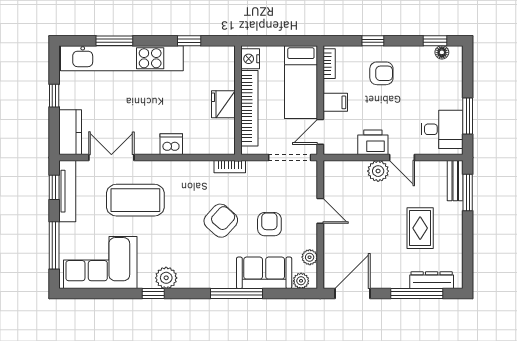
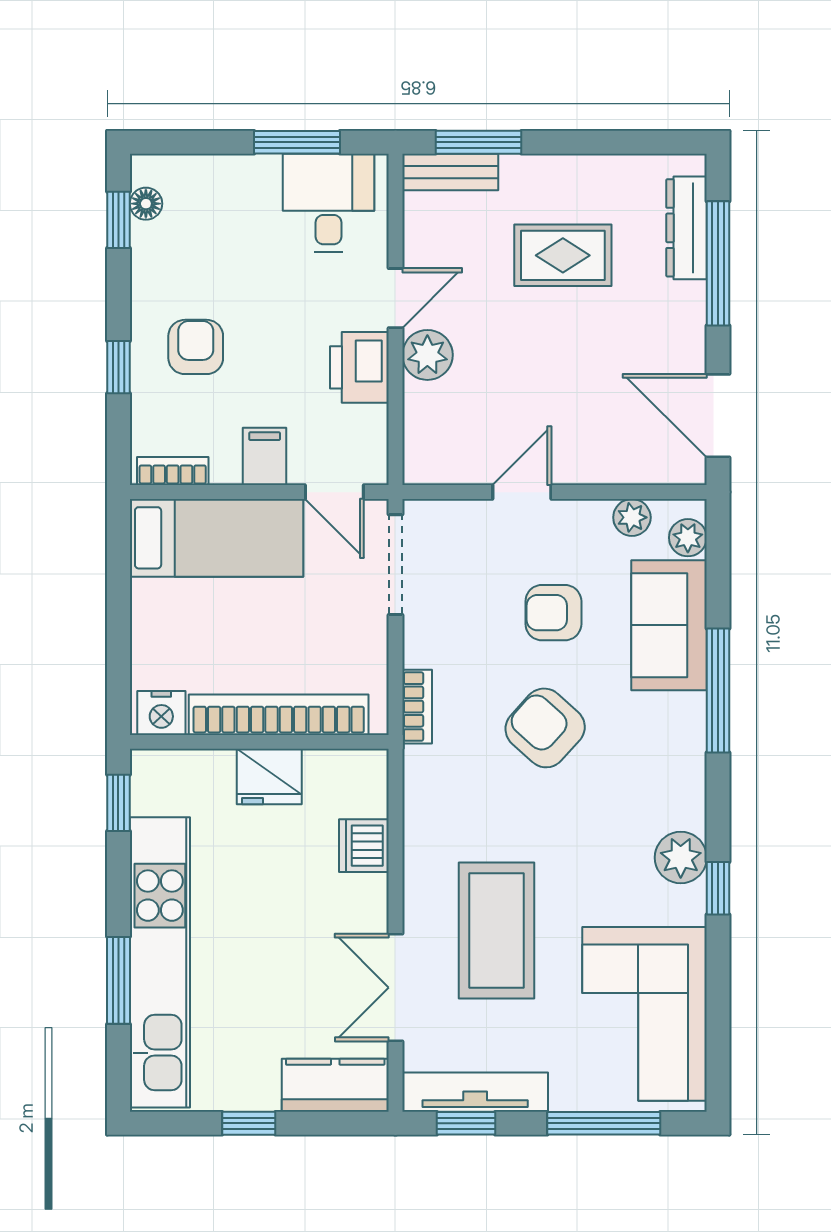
nightstand: (250, 59) -> (161, 713), moved
wall: (238, 100) -> (259, 742), moved
fridge: (223, 104) -> (269, 777), moved
bookcase: (249, 108) -> (279, 715), moved

